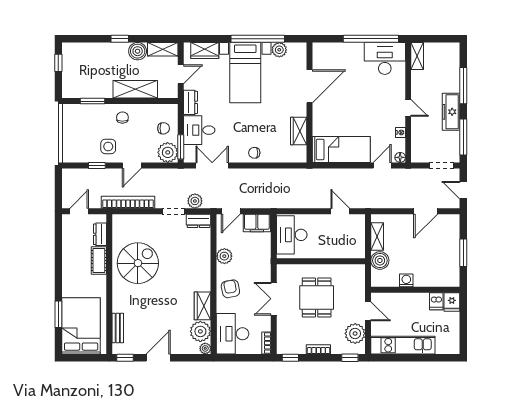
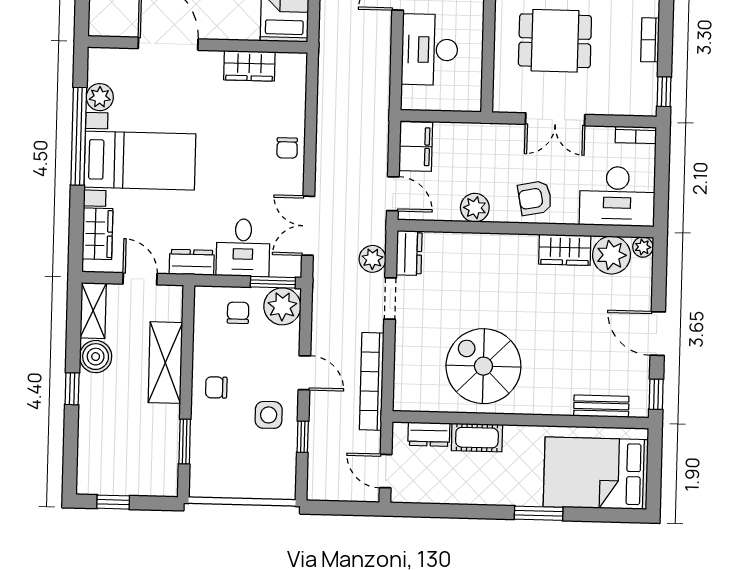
desk: (292, 235) -> (430, 50), moved, turned 90
window: (58, 314) -> (539, 513), moved

